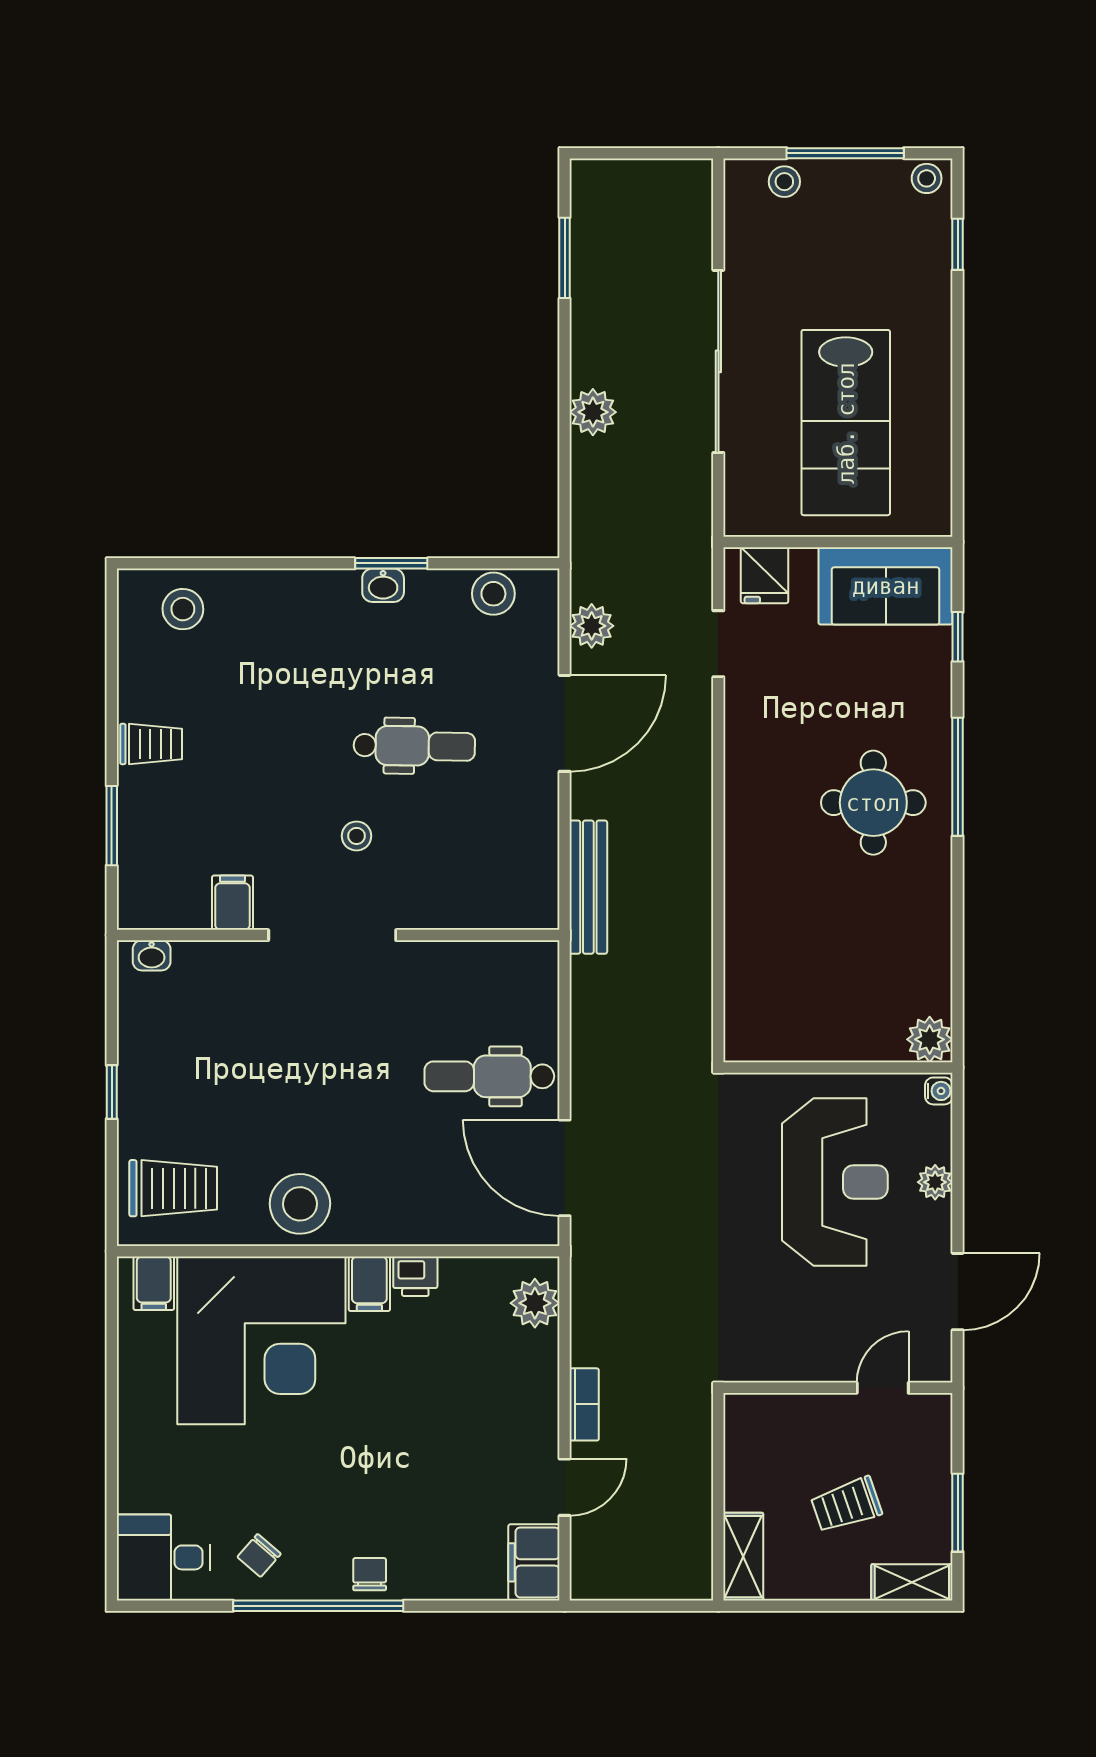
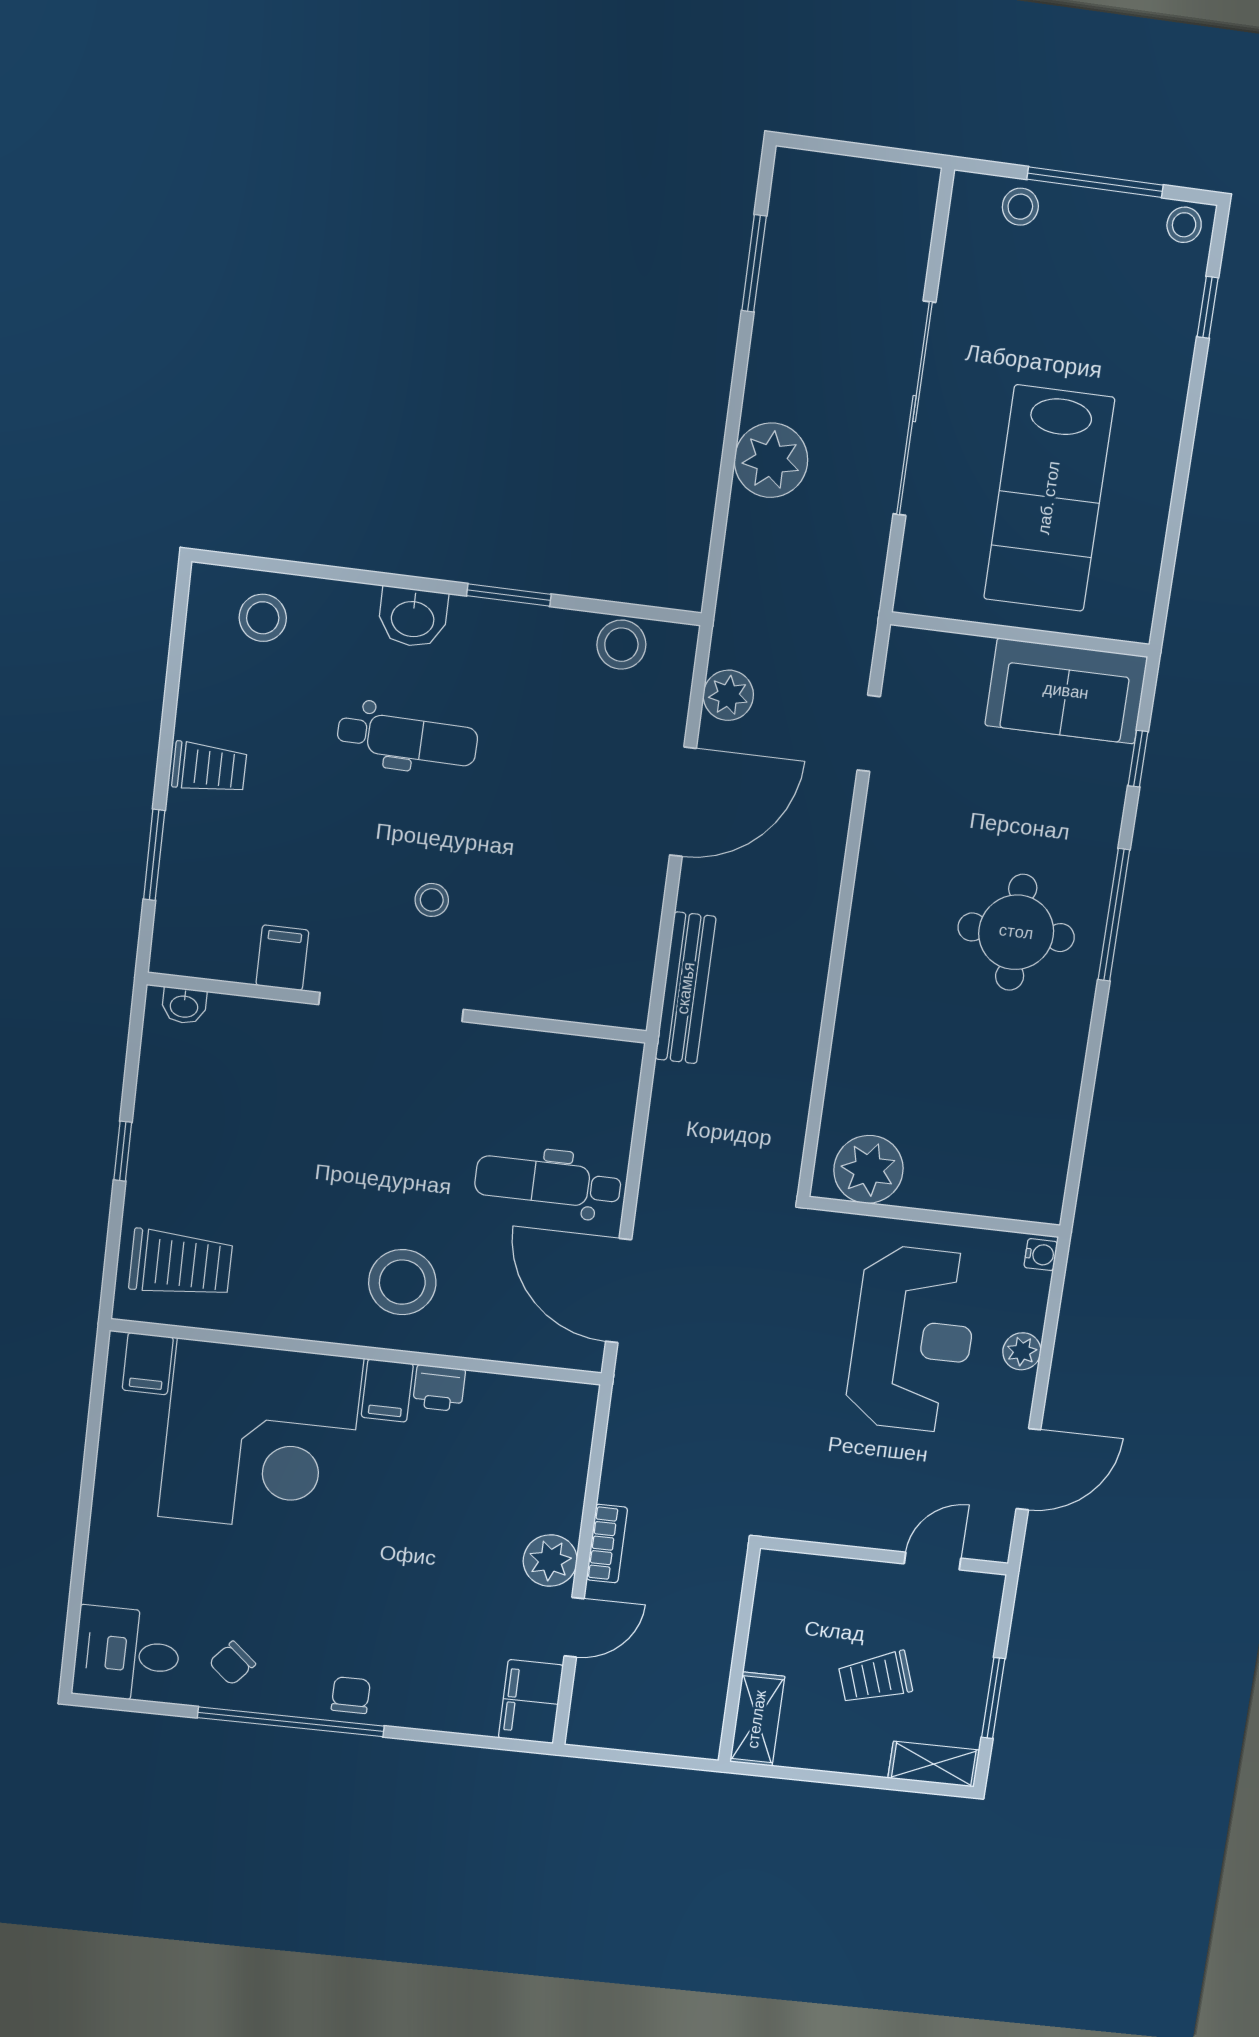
plant: (593, 412) -> (771, 460), width x1.36, depth x1.36
fridge: (765, 575) -> (932, 662), removed
washbasin: (383, 585) -> (413, 617), moved, width x1.38, depth x1.45
dental chair: (414, 746) -> (407, 738), moved
plant: (930, 1039) -> (868, 1169), moved, width x1.36, depth x1.36
stool: (300, 1204) -> (402, 1282), moved
plant: (535, 1303) -> (550, 1561), moved

